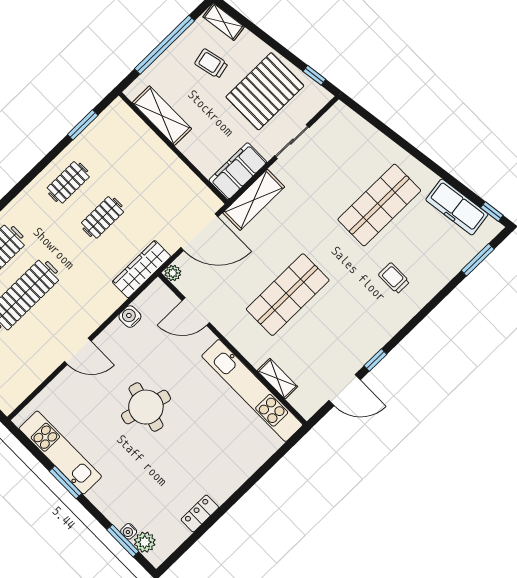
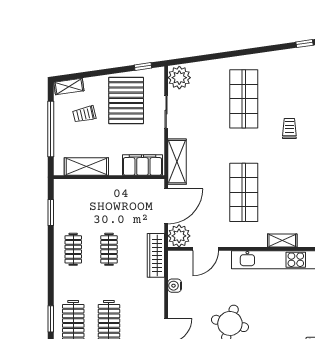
plant: (338, 121) -> (179, 78), added
filing cabinet: (238, 171) -> (142, 165), moved, turned 90
freezer: (457, 207) -> (284, 59), removed
plant: (173, 273) -> (179, 236), width x1.88, depth x1.88
trolley: (394, 278) -> (289, 129), turned 90

